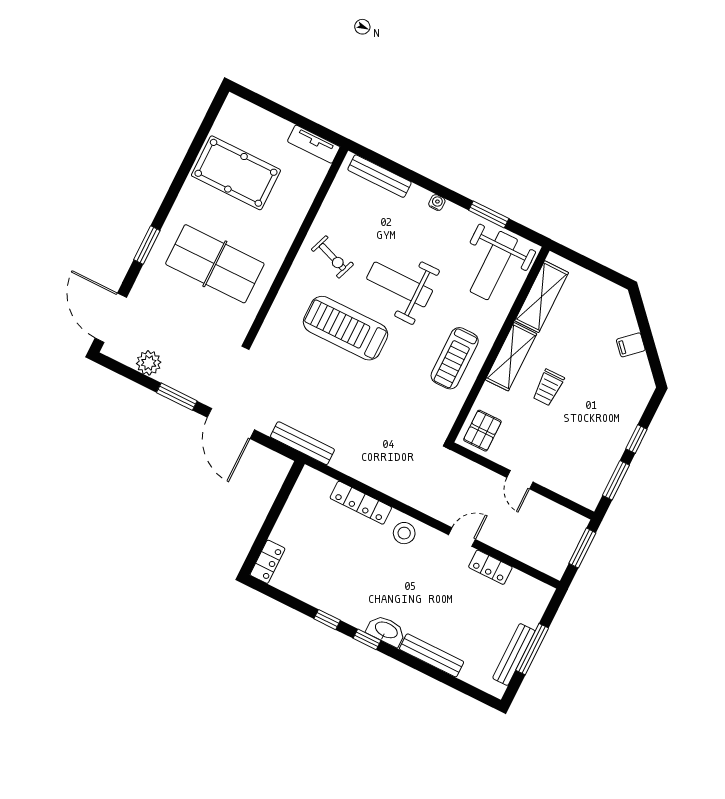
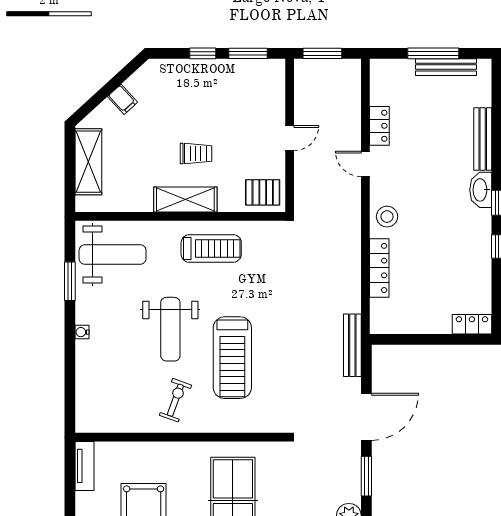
bench: (380, 176) -> (84, 394), removed
shelving: (542, 297) -> (88, 162), moved, turned 90

